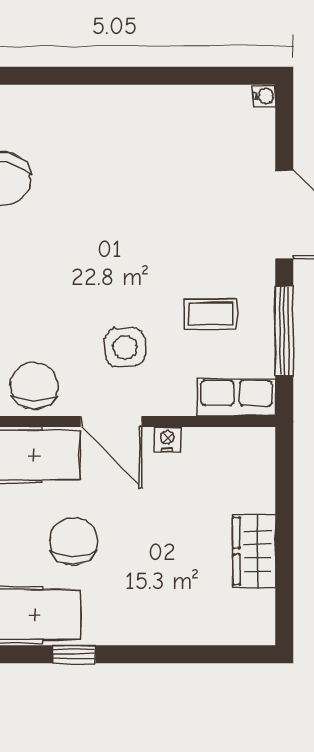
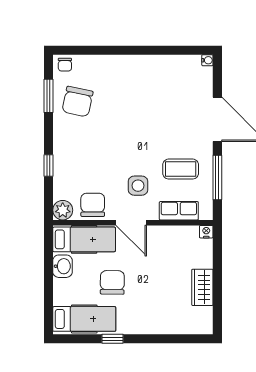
coffee table: (211, 314) -> (181, 169), width x1.36, depth x1.30
row of seats: (237, 398) -> (179, 211), moved
nightstand: (167, 440) -> (206, 232), moved

